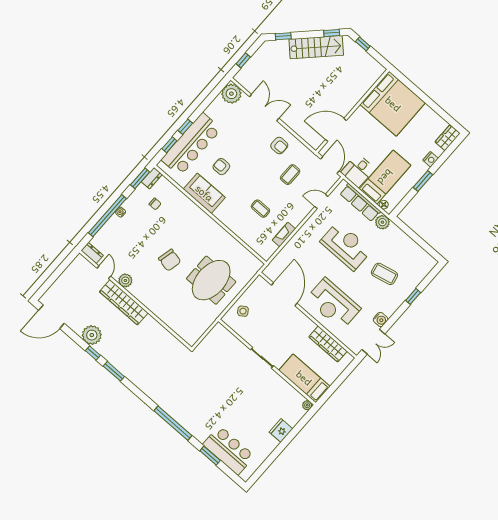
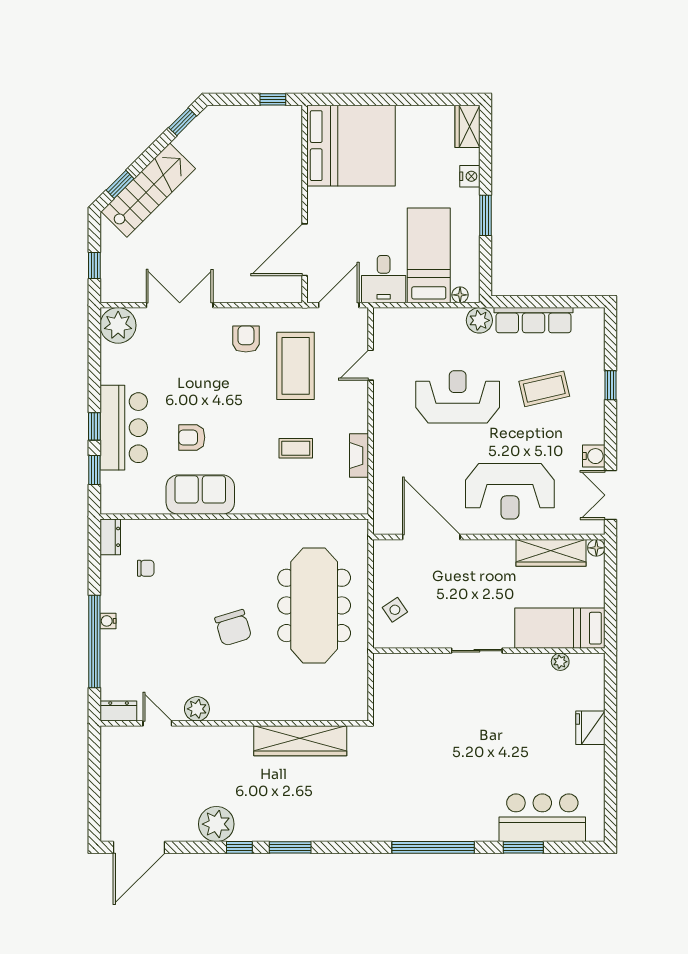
window: (363, 44) -> (273, 99), moved
stairs: (316, 47) -> (148, 190), moved
bar counter: (191, 144) -> (124, 428), width x0.73
armchair: (279, 146) -> (246, 339), turned -90
door: (330, 165) -> (339, 305), hinge flipped
coffee table: (290, 175) -> (296, 366), width x1.86, depth x1.72
window: (140, 178) -> (94, 551), removed
row of seats: (360, 203) -> (534, 320), moved
chair: (170, 260) -> (233, 628), turned 60
meeting table: (211, 280) -> (314, 605), width x1.36
wardrobe: (124, 302) -> (300, 741), moved
double door: (373, 342) -> (610, 495), swing flipped
floor lamp: (348, 358) -> (596, 548), added
plant: (307, 405) -> (560, 662), moved

